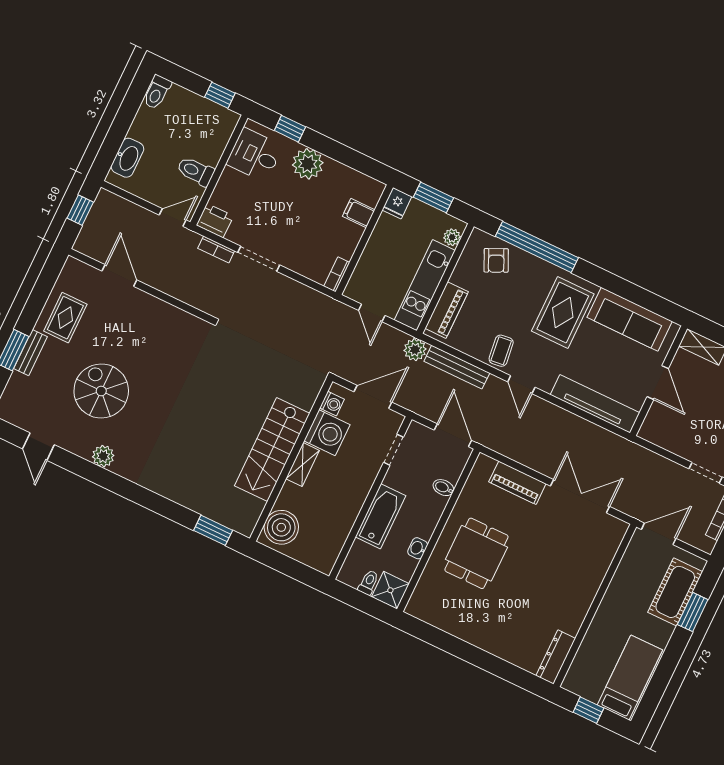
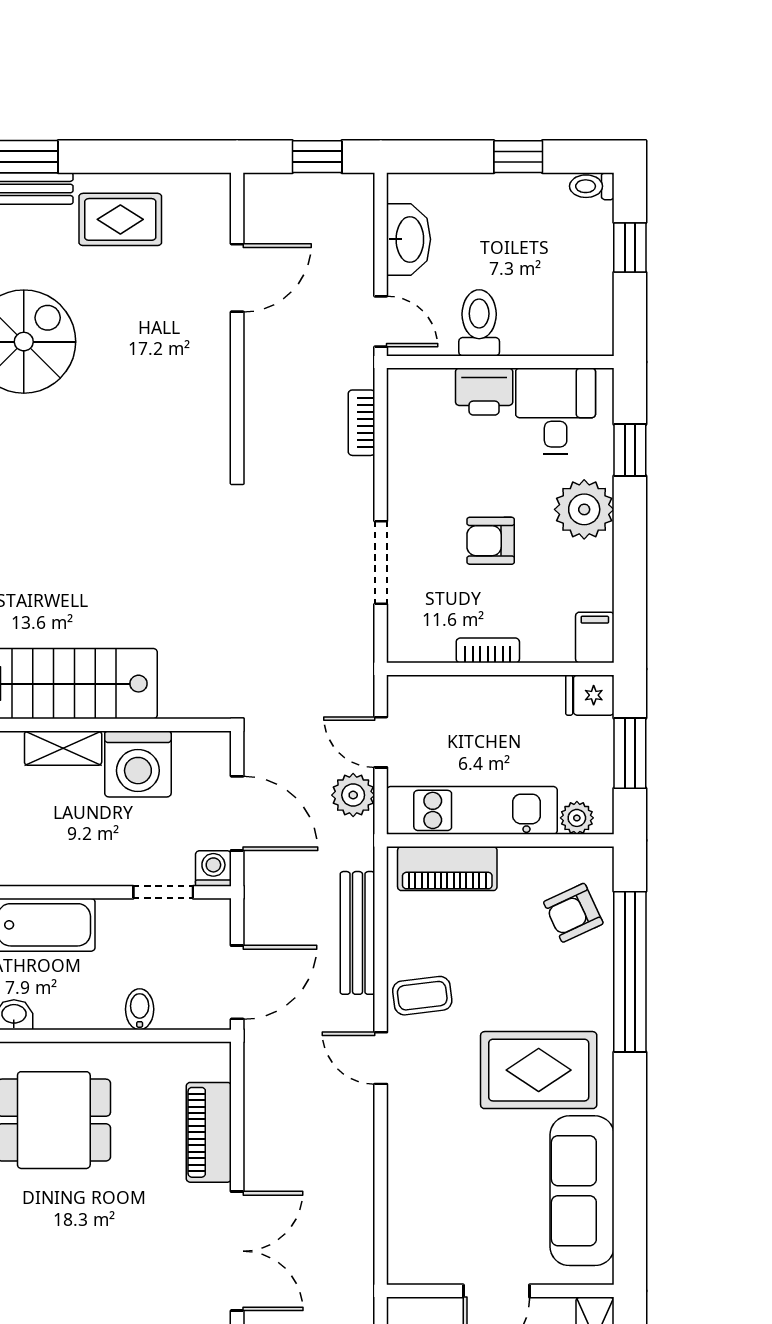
toilet: (157, 92) -> (592, 186), width x0.73, depth x0.72
window: (220, 95) -> (630, 247), moved
window: (126, 115) -> (518, 157), added
washbasin: (127, 158) -> (409, 239), moved, turned -90
filing cabinet: (359, 213) -> (595, 638), moved
armchair: (301, 215) -> (491, 541), added
printer: (215, 221) -> (484, 392), moved, turned 90
doorway: (259, 259) -> (381, 563), moved
bookcase: (337, 274) -> (488, 650), moved
door: (372, 313) -> (381, 742), hinge flipped
plant: (415, 350) -> (353, 795), moved
door: (521, 385) -> (381, 1058), hinge flipped
washing machine: (332, 404) -> (213, 868), moved, turned 180
tv unit: (595, 404) -> (408, 1201), removed

